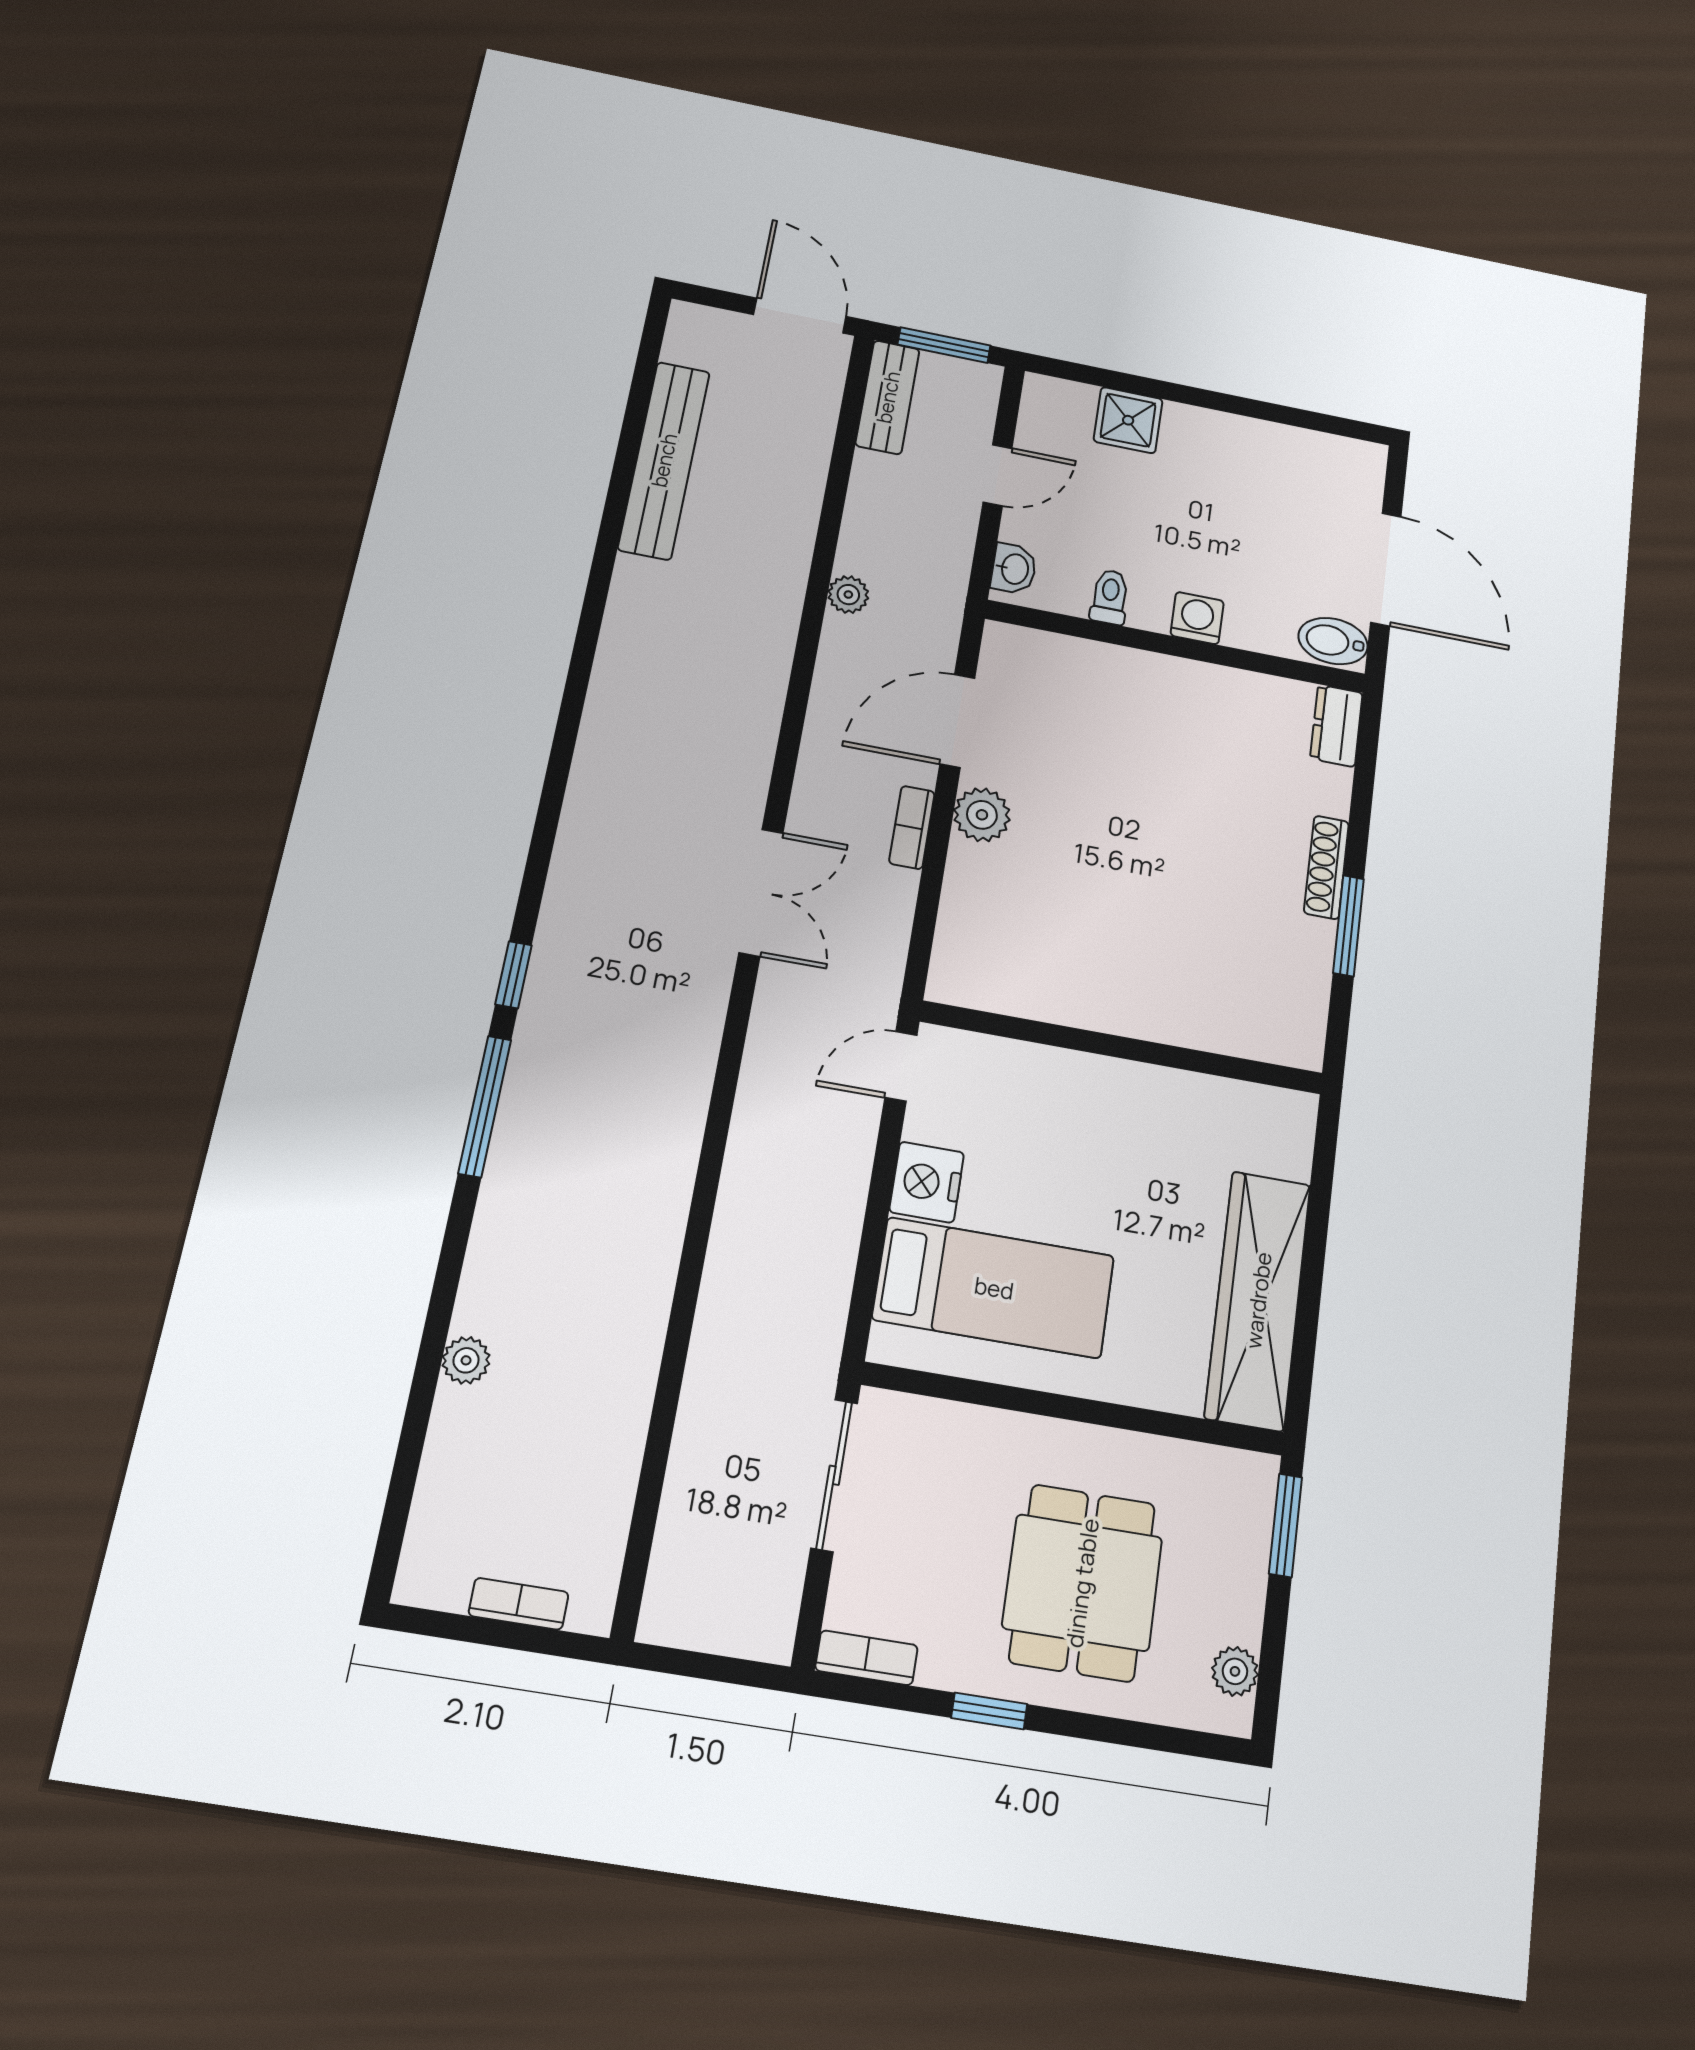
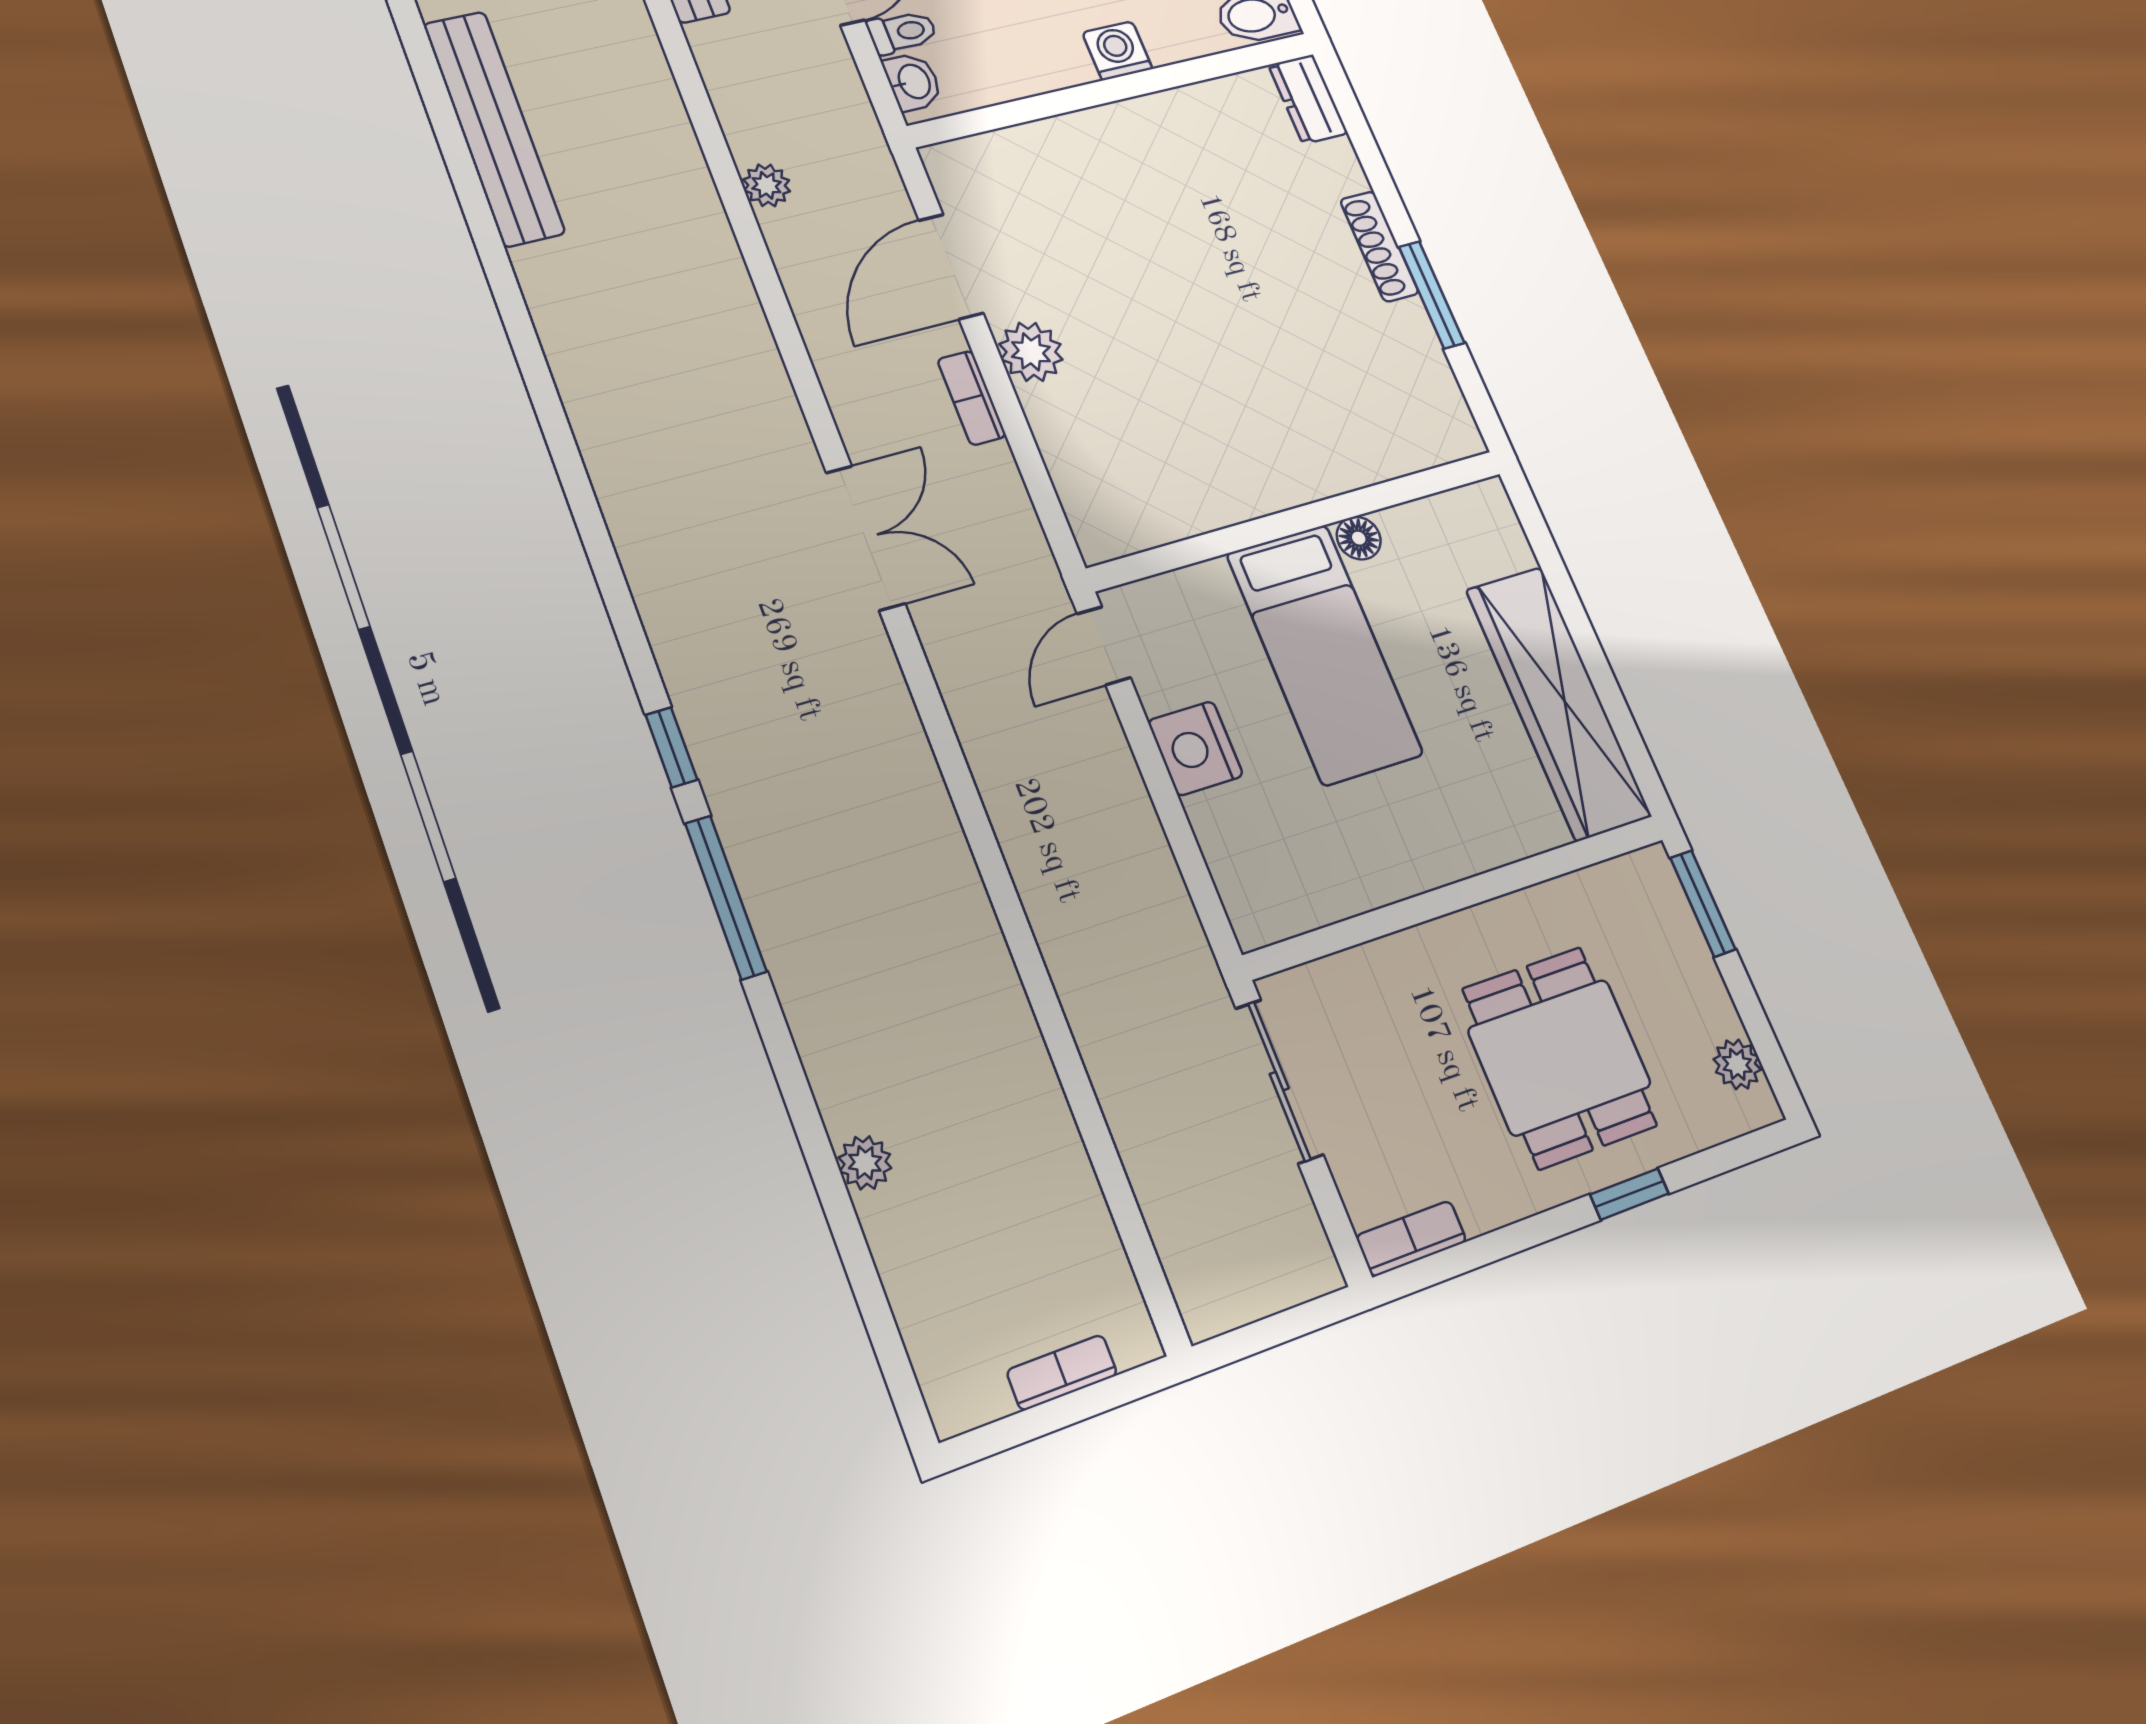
toilet: (1110, 597) -> (902, 32), moved, turned 90
floor lamp: (1166, 1086) -> (1359, 538), added
bed: (994, 1288) -> (1324, 654), moved, turned 90
window: (989, 1711) -> (1629, 1194), moved

